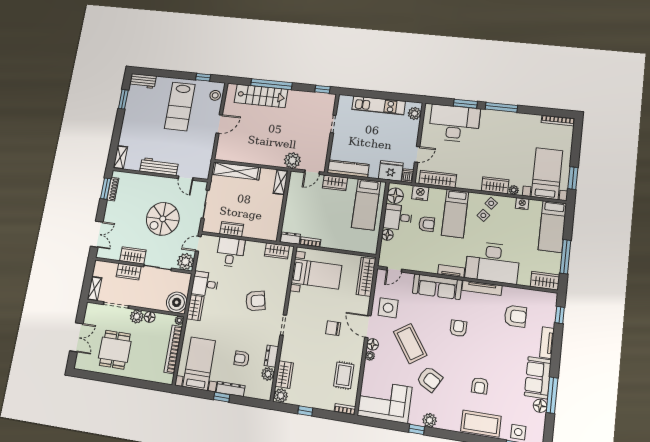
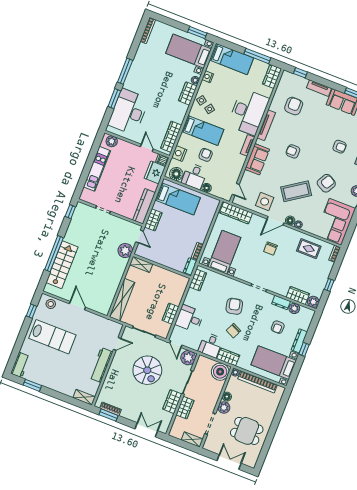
sofa: (437, 287) -> (257, 159), width x0.73
chair: (227, 307) -> (233, 331), added

